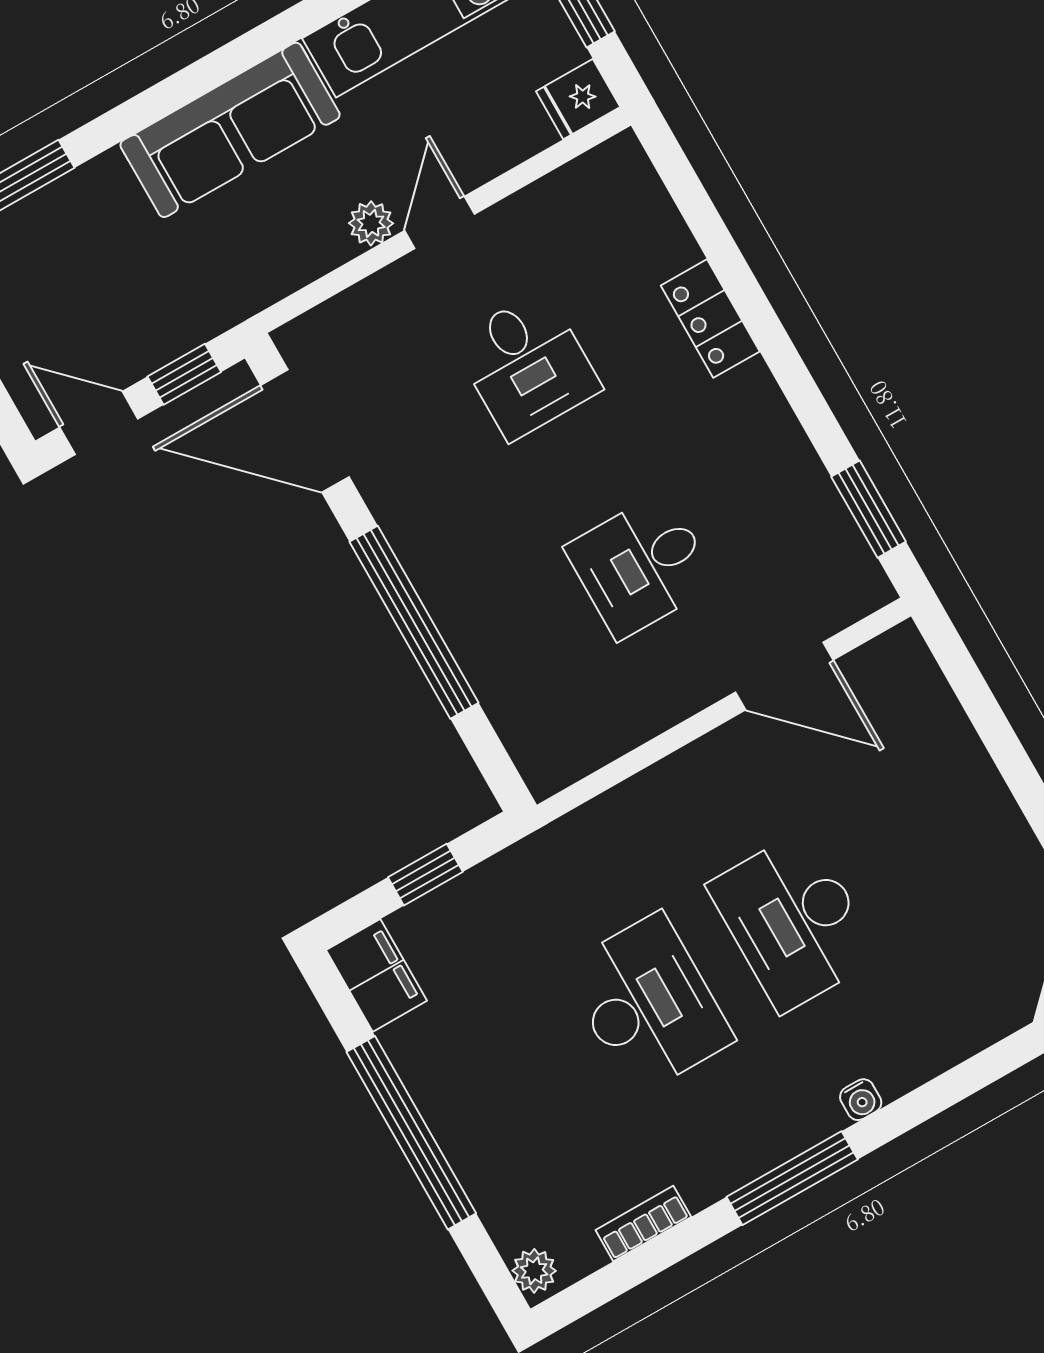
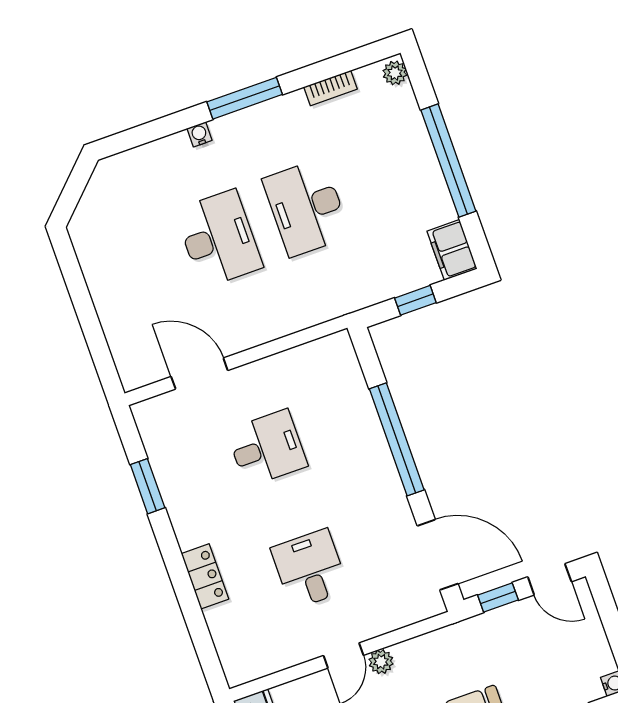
window: (869, 509) -> (148, 486), moved

